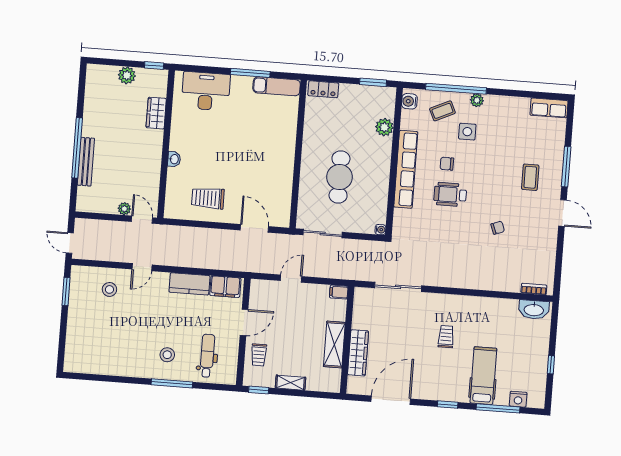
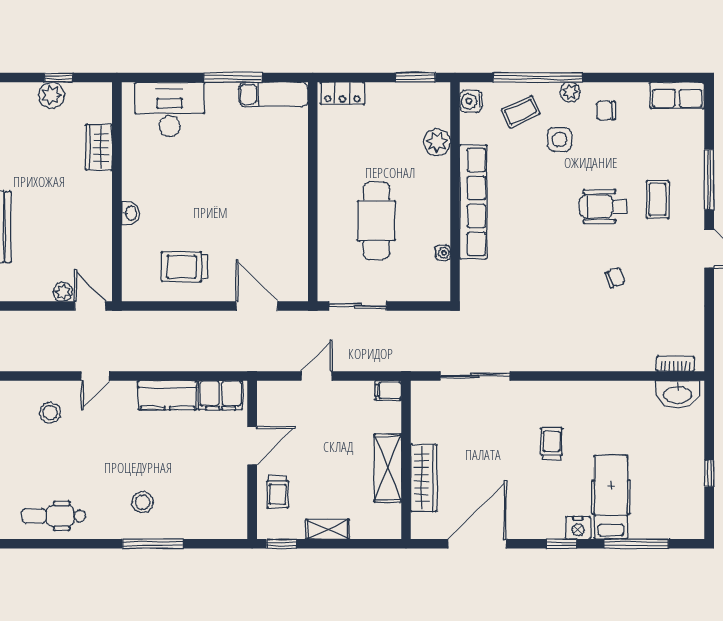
window: (154, 66) -> (59, 77), moved
chair: (447, 164) -> (606, 110), moved
wheelchair: (450, 194) -> (603, 206), moved
water cooler: (380, 230) -> (443, 253), moved
dental chair: (207, 356) -> (54, 516), moved, turned -90
nightstand: (518, 399) -> (578, 528), moved

